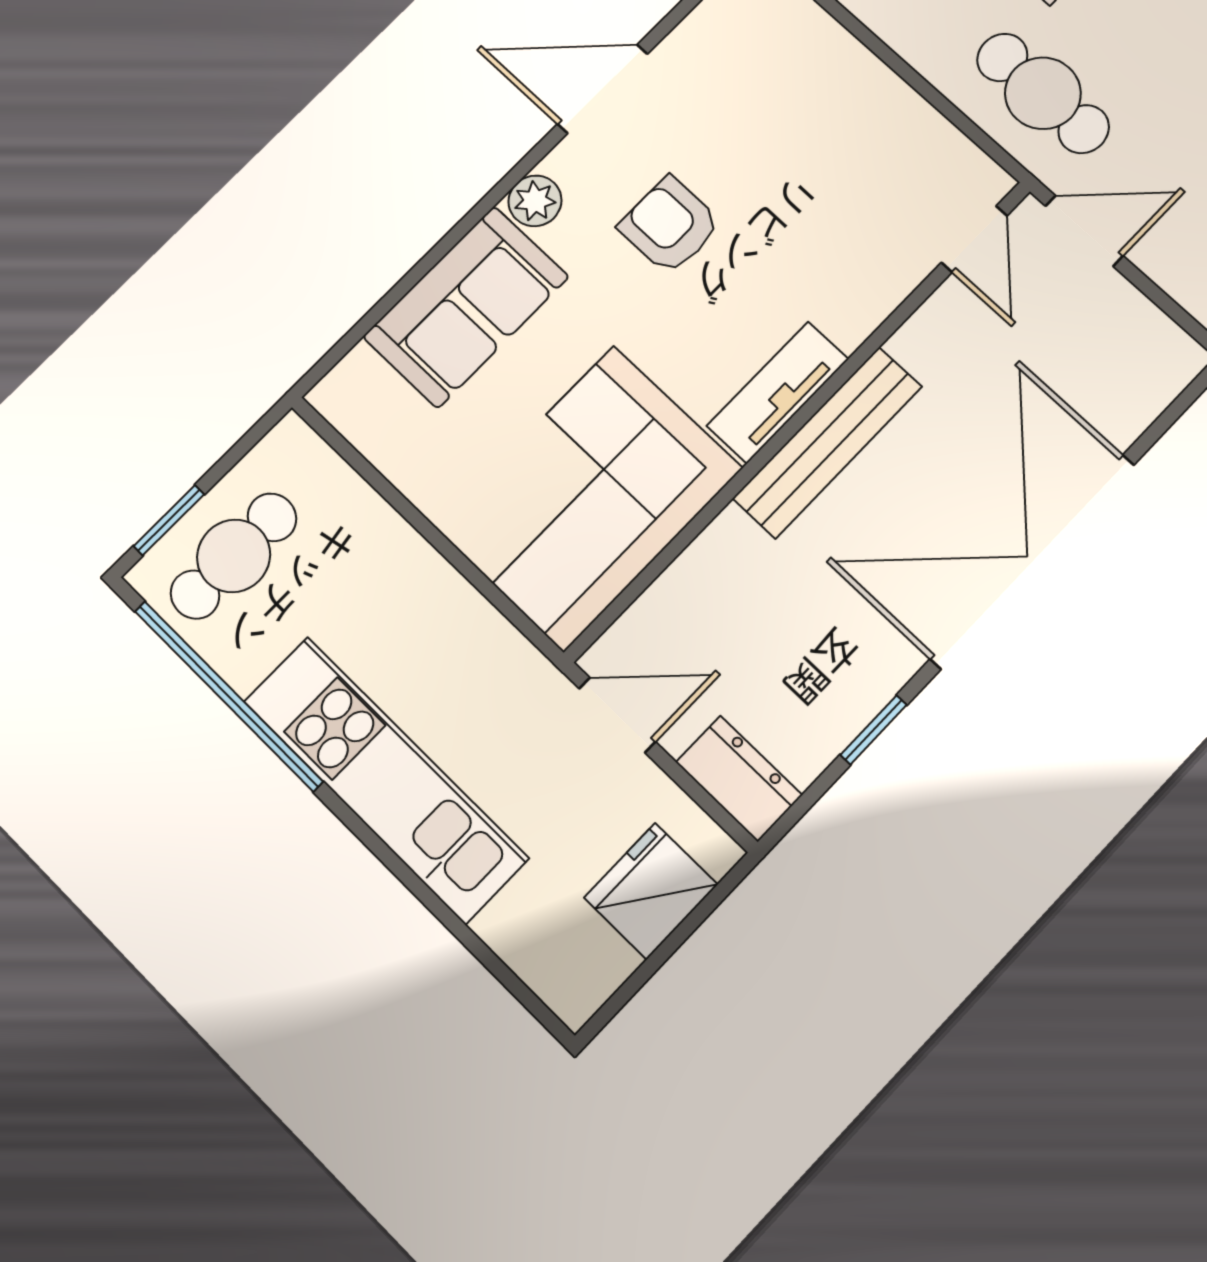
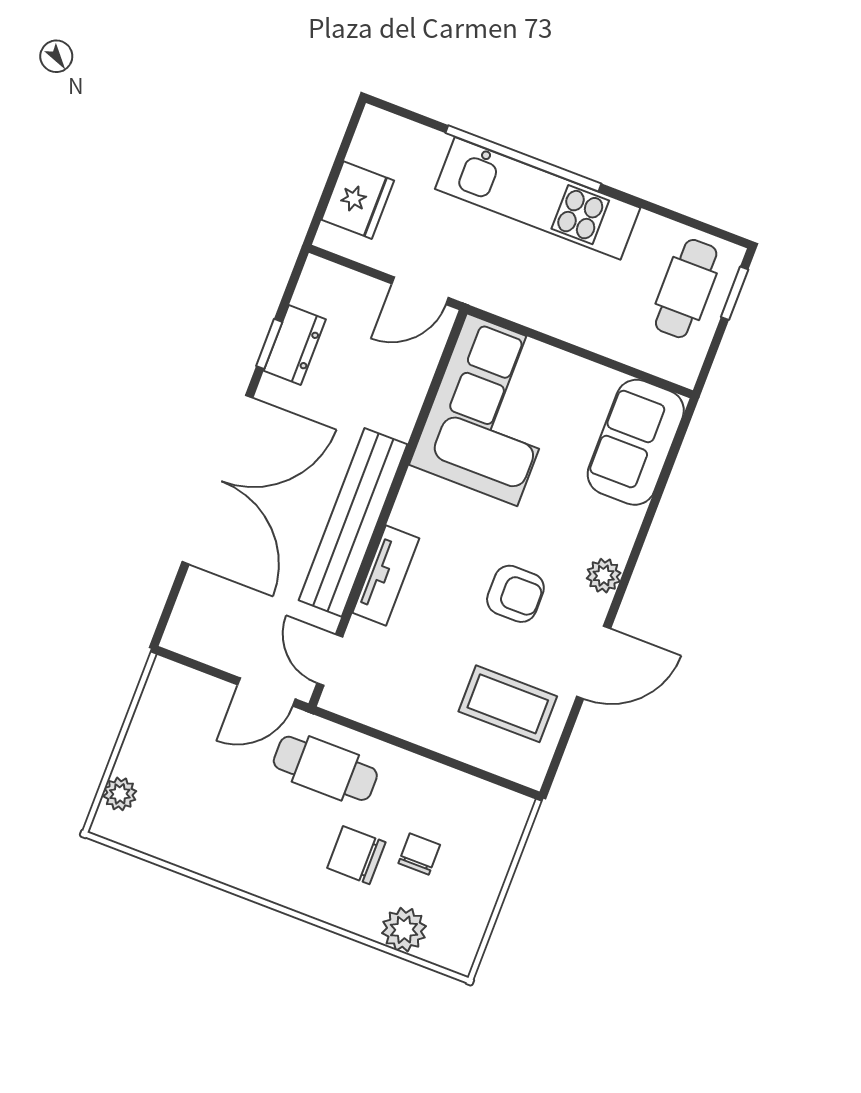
coffee table: (747, 80) -> (508, 704), added
sofa: (466, 307) -> (636, 442), moved
tv unit: (778, 392) -> (386, 576), moved
bench: (827, 442) -> (353, 522), width x1.37, depth x1.21
window: (228, 696) -> (523, 158), moved
dresser: (739, 779) -> (295, 345), moved, turned -90

